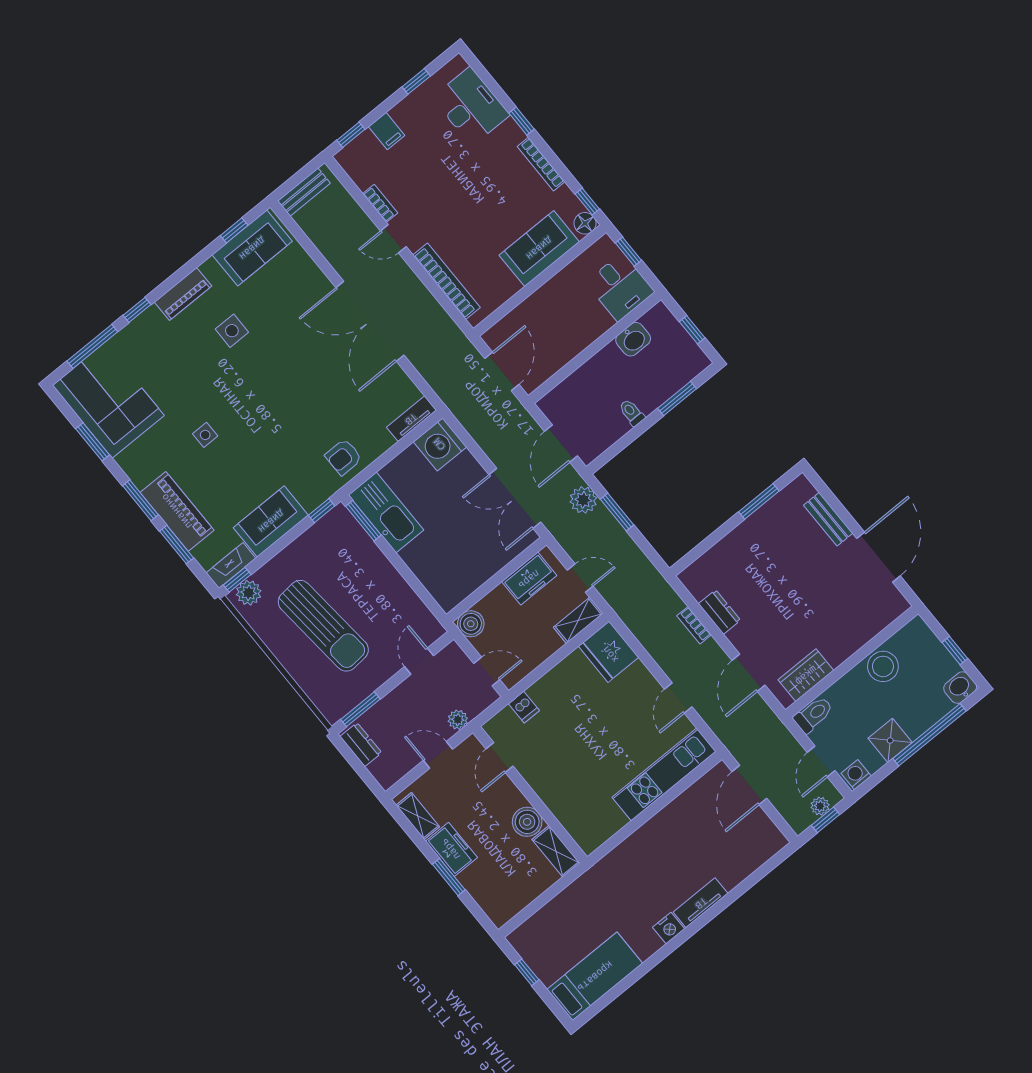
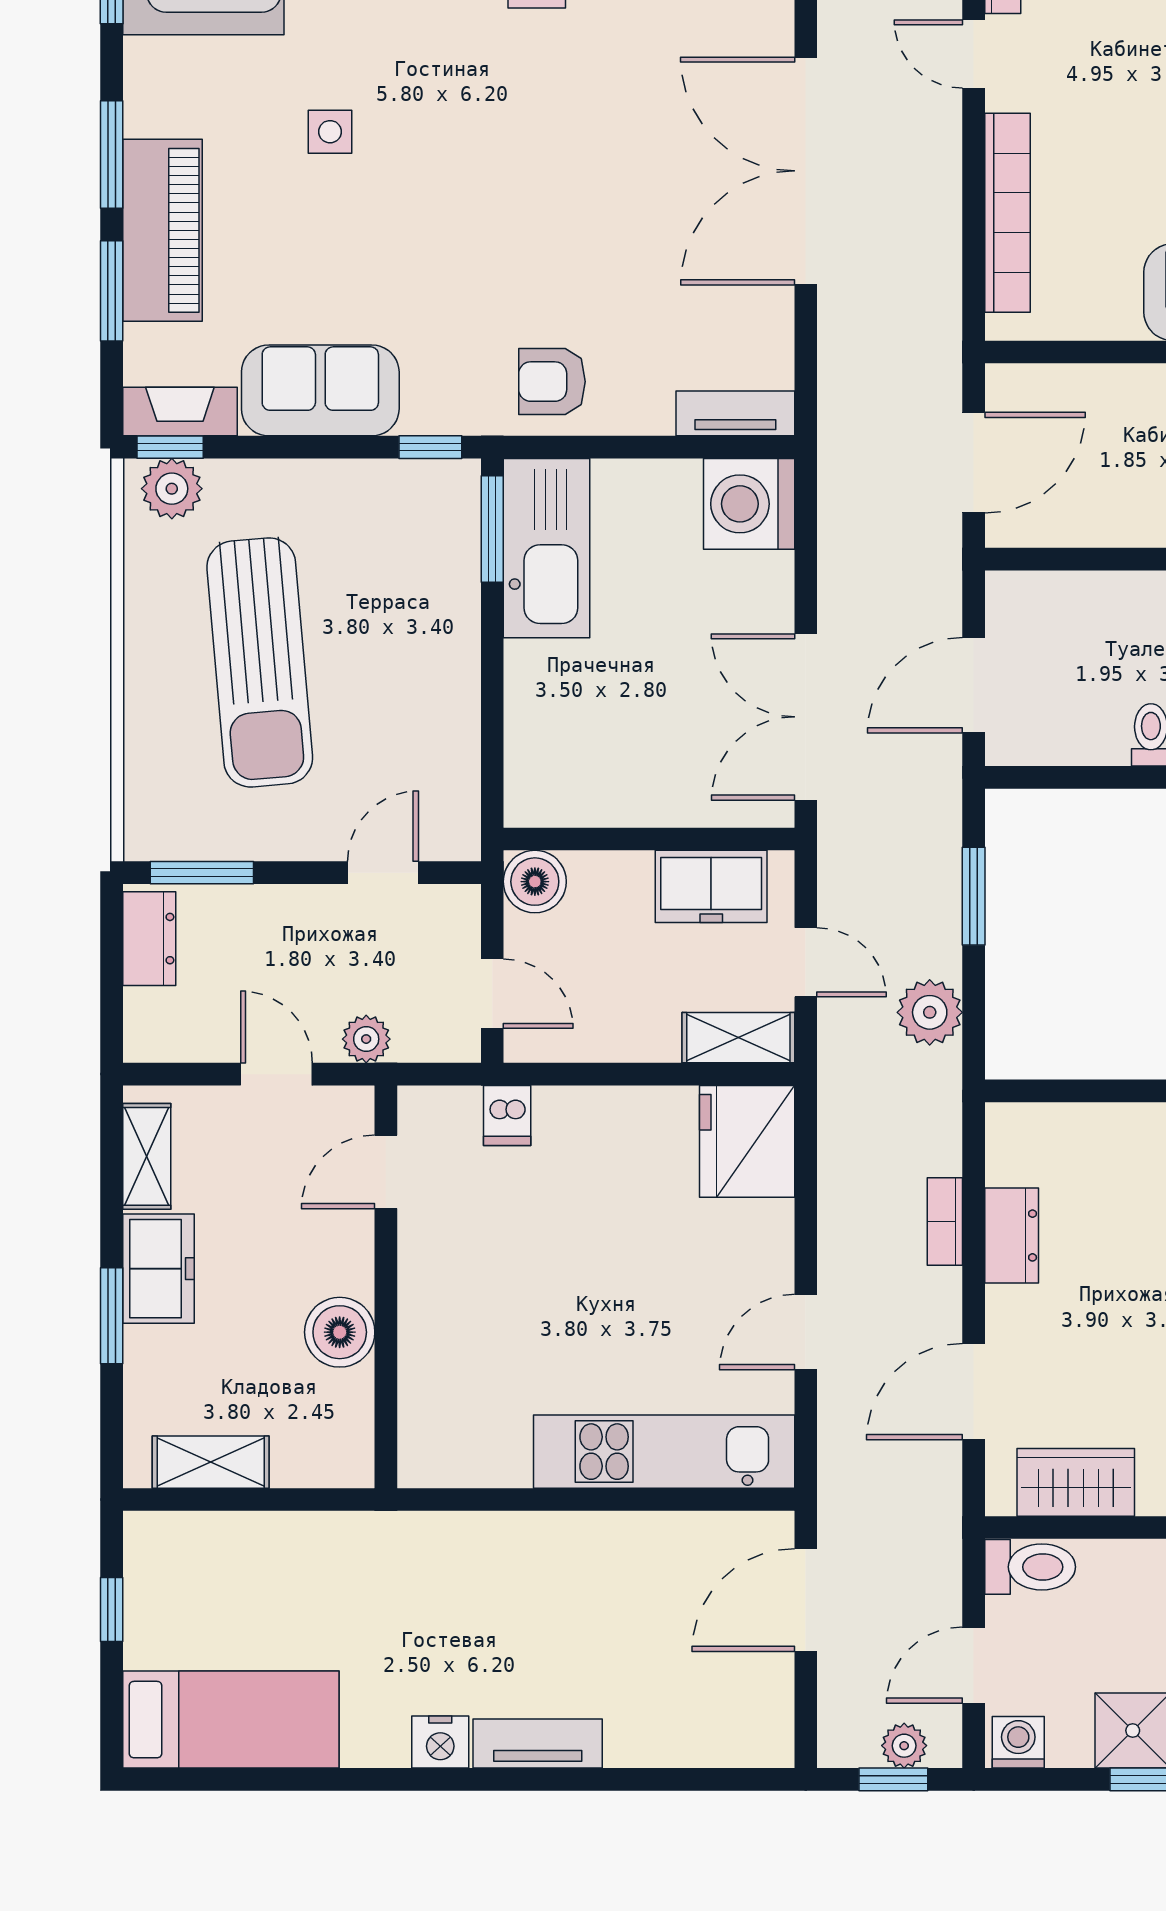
plant: (583, 500) -> (930, 1012), moved
shelving: (556, 851) -> (211, 1462), moved, turned 90

